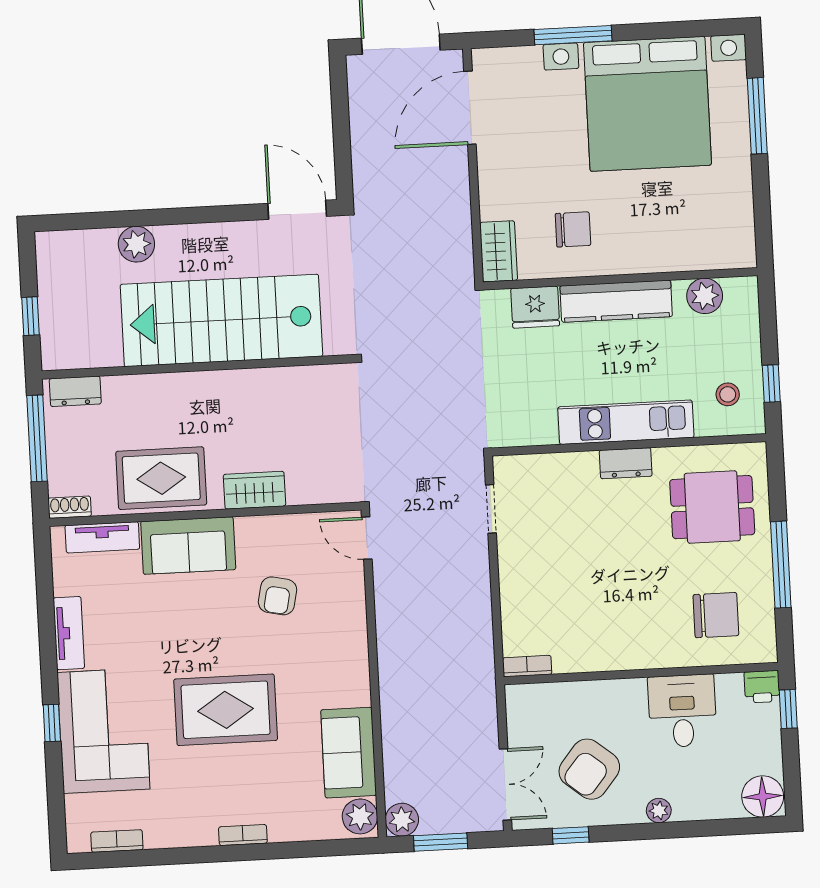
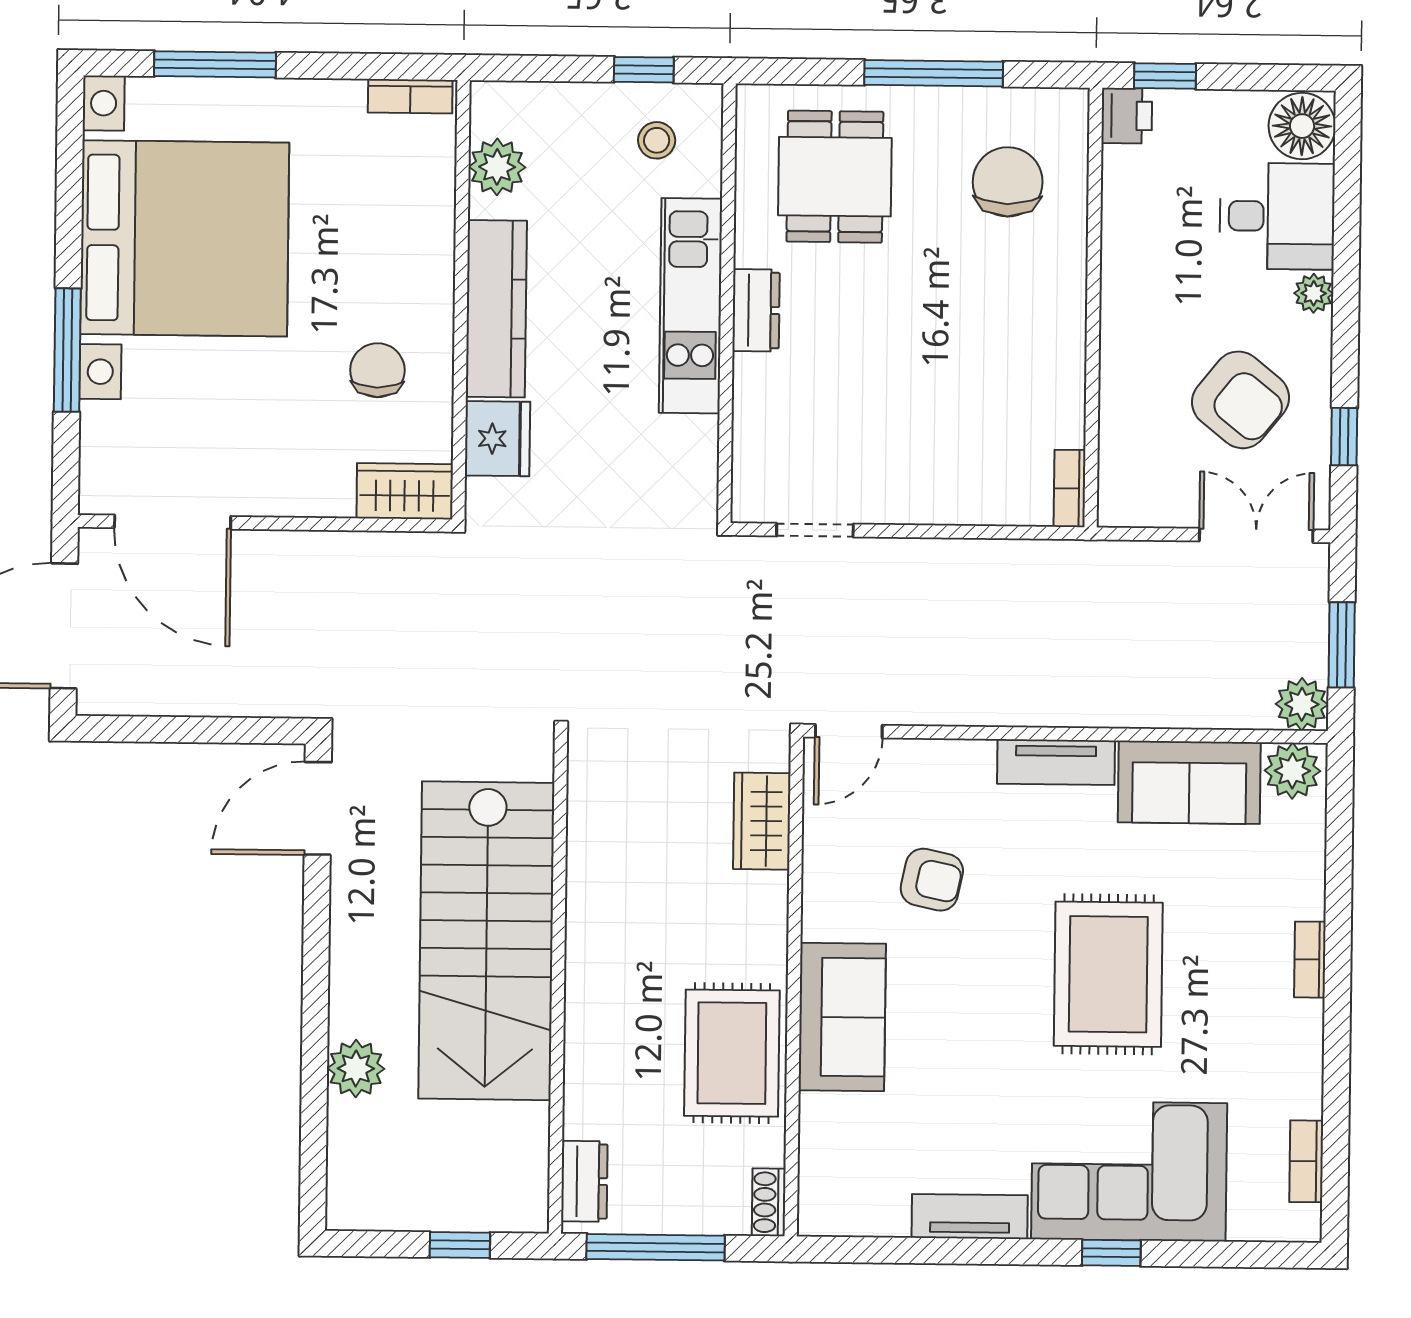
bookcase: (745, 239) -> (410, 96), added
wardrobe: (254, 490) -> (762, 821), moved
tv unit: (102, 537) -> (1056, 762), moved, turned 90
desk: (682, 711) -> (1277, 216), moved, turned 180

